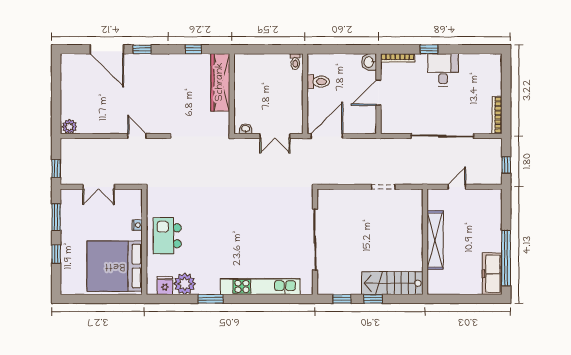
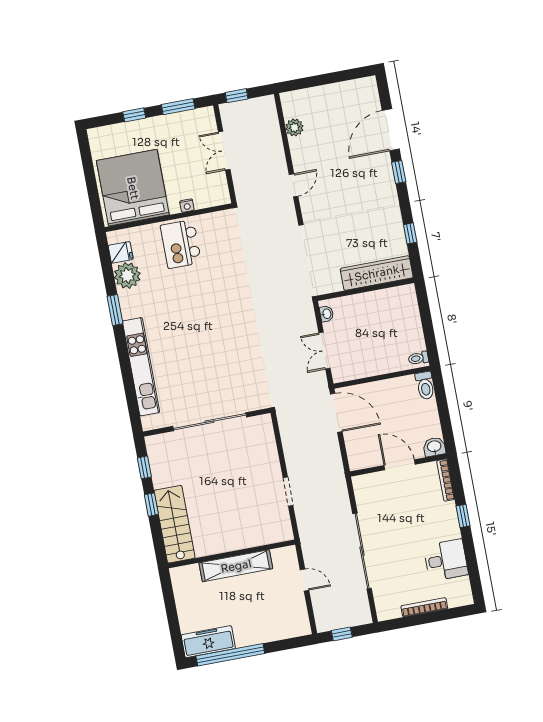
desk: (443, 70) -> (446, 560), moved
toilet: (318, 82) -> (425, 386), moved
bookcase: (497, 115) -> (424, 607), moved
plant: (69, 127) -> (294, 127), moved
kitchen island: (167, 236) -> (181, 244), turned -90

